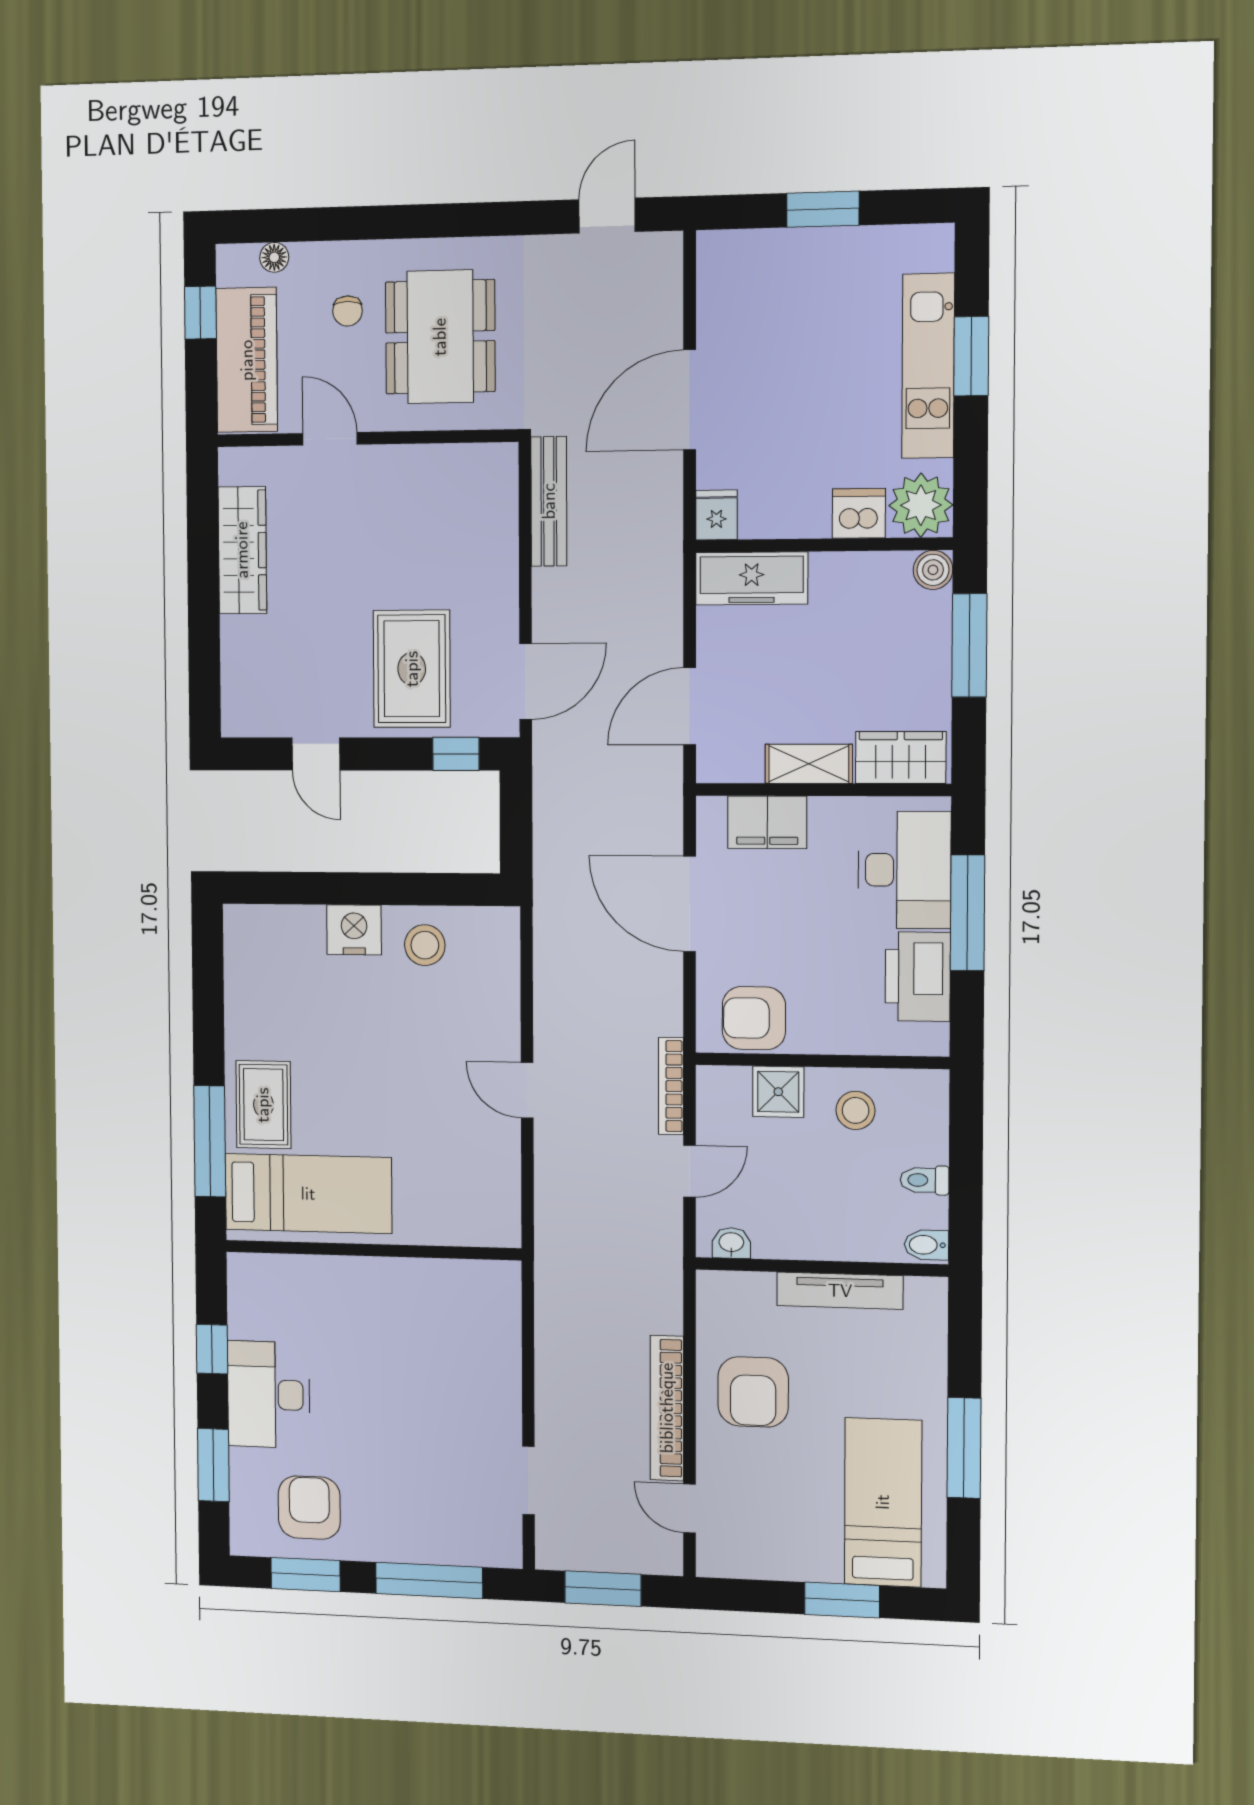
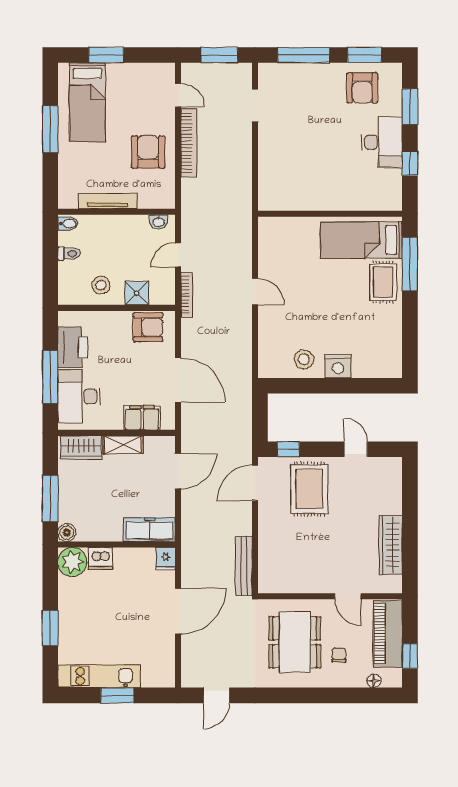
kitchen unit: (928, 366) -> (99, 676), moved, turned -90

